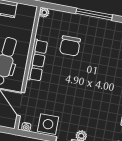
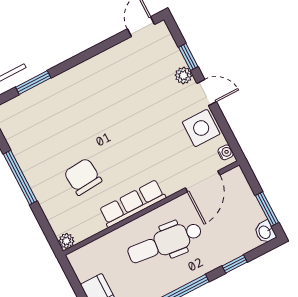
chair: (70, 46) -> (83, 177), turned -95

